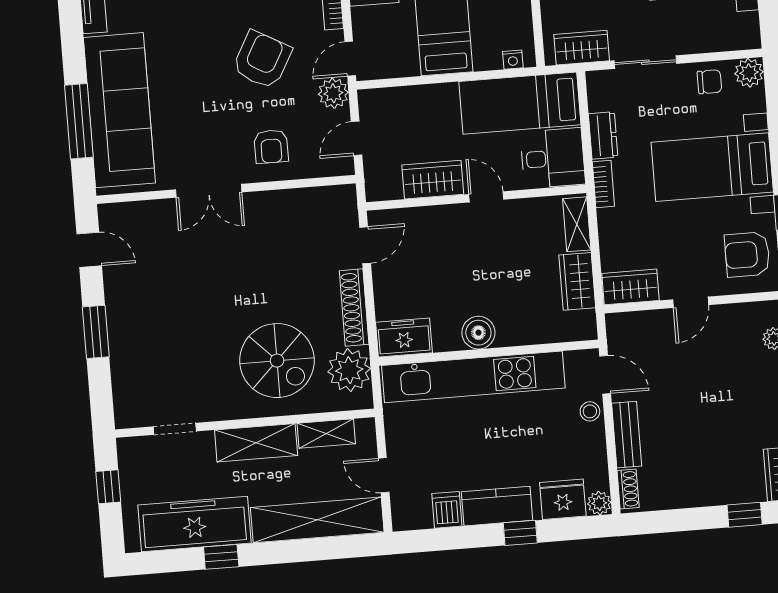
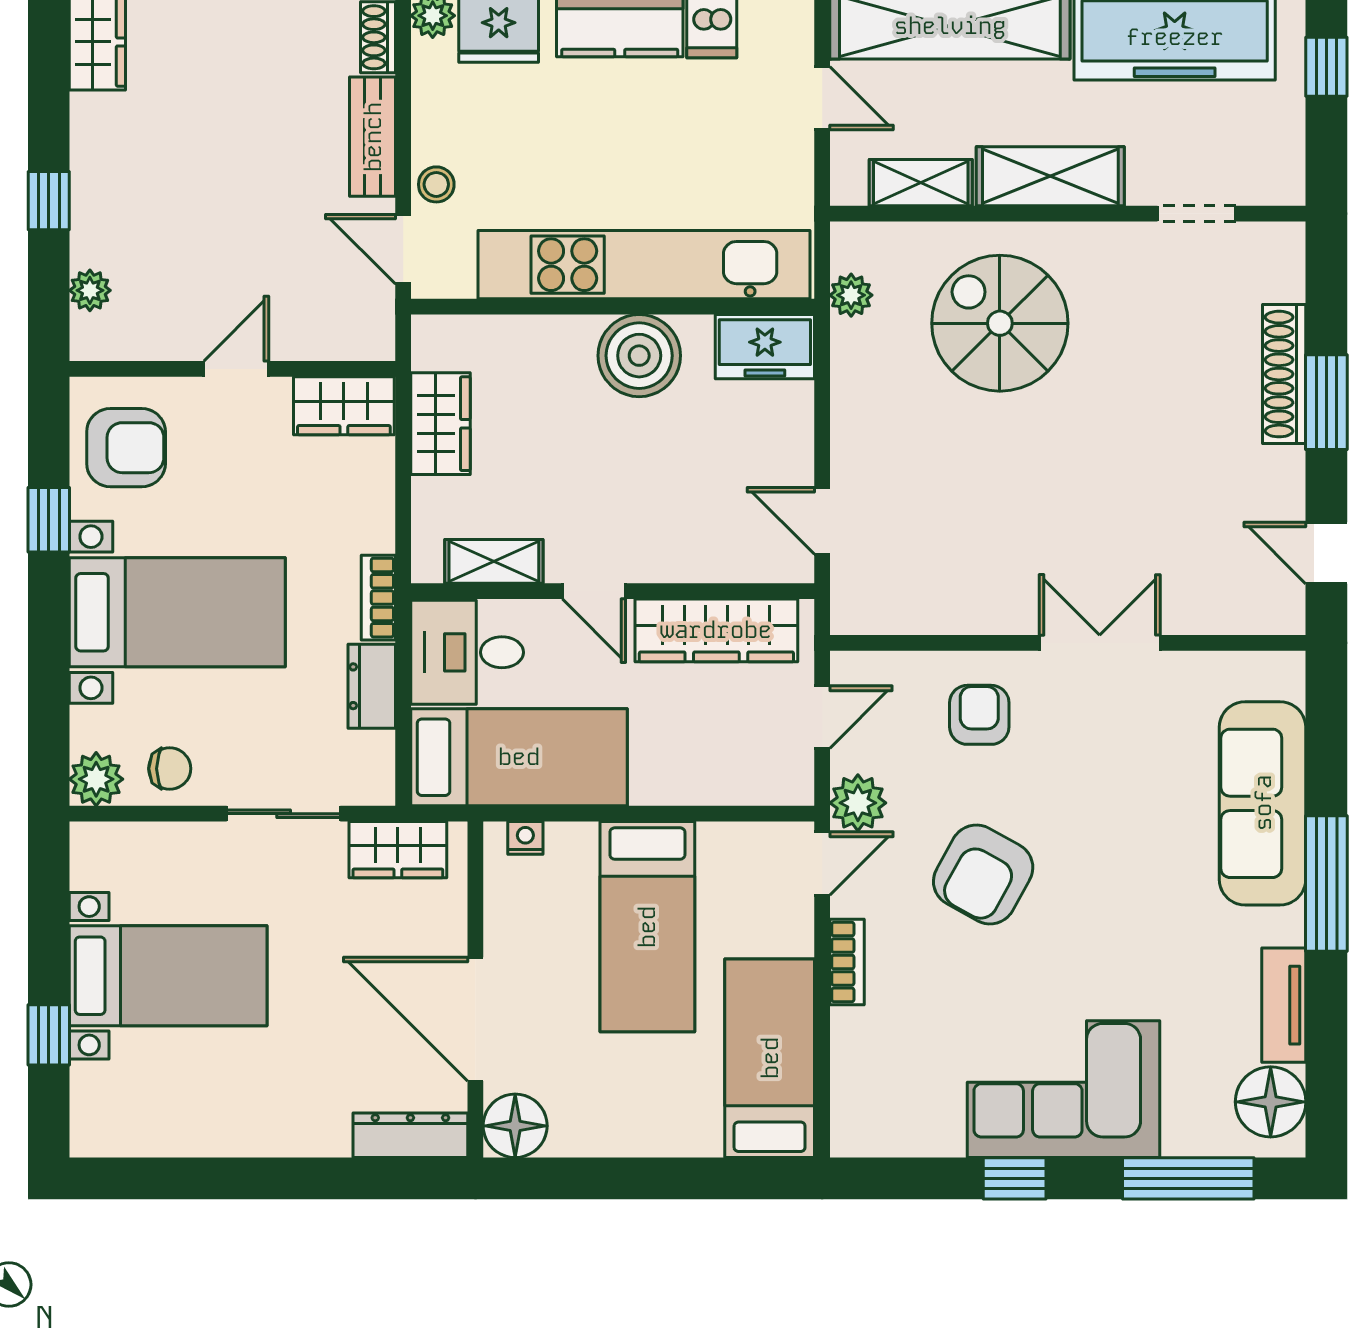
chair: (709, 82) -> (170, 769), turned 180
sofa: (119, 110) -> (1263, 803), width x0.74, depth x0.79
window: (79, 121) -> (1326, 883), moved
wardrobe: (433, 180) -> (716, 630), width x1.50
shelving: (577, 224) -> (494, 561), moved, turned 90
door: (365, 245) -> (822, 521), hinge flipped
shoe rack: (354, 308) -> (1284, 374), moved, turned 180
boiler: (478, 333) -> (639, 356), width x1.37, depth x1.37
plant: (349, 370) -> (851, 295), width x0.53, depth x0.53
window: (108, 487) -> (1326, 67), moved

